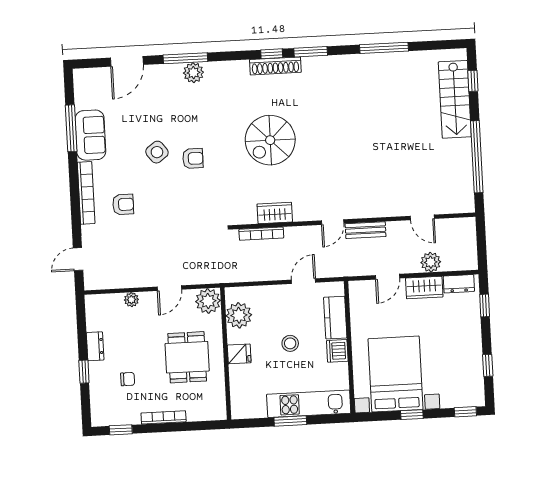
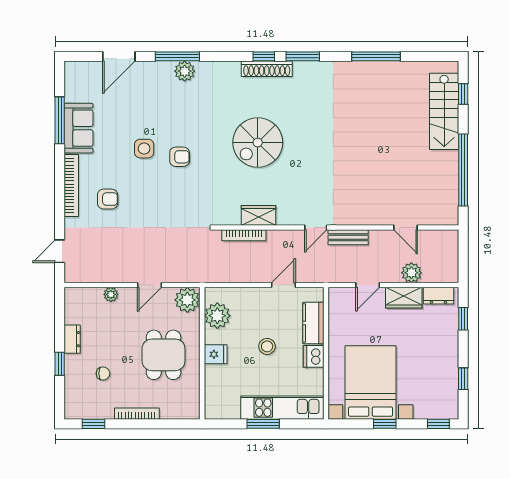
side table: (157, 152) -> (144, 149), turned 37

